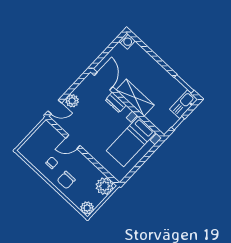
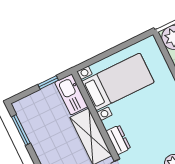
kitchen sink: (184, 104) -> (71, 94), moved, turned 90

